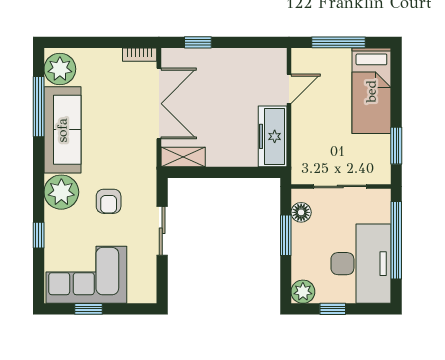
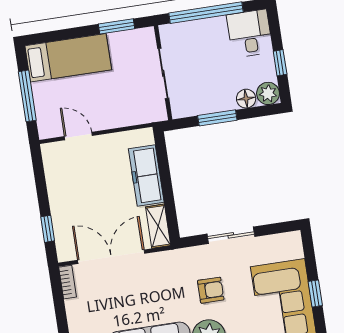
freezer: (273, 136) -> (146, 176), moved, turned 90
floor lamp: (301, 212) -> (246, 99), moved
desk: (361, 264) -> (250, 33), width x0.53, depth x0.77

